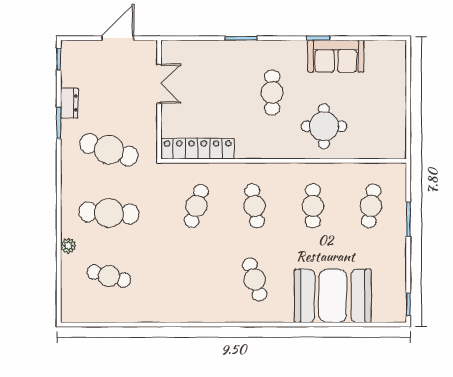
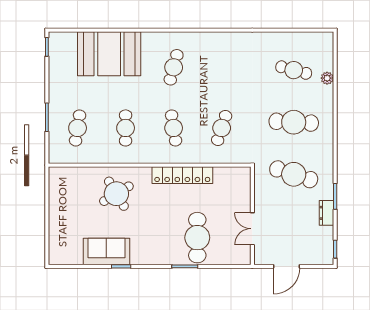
cafe table: (272, 92) -> (197, 238), moved, width x1.37, depth x1.35
round table: (324, 126) -> (116, 194), turned -31
locker: (198, 149) -> (182, 175), moved
plant: (68, 246) -> (327, 78), moved
cafe table: (255, 279) -> (174, 67), turned 33

